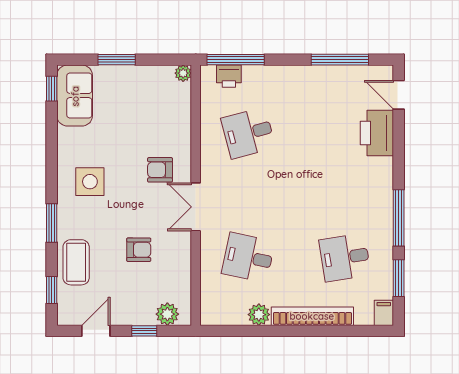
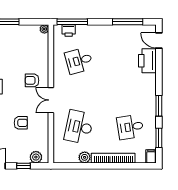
window: (399, 218) -> (159, 106), width x0.69
desk: (248, 257) -> (79, 127), width x1.37

